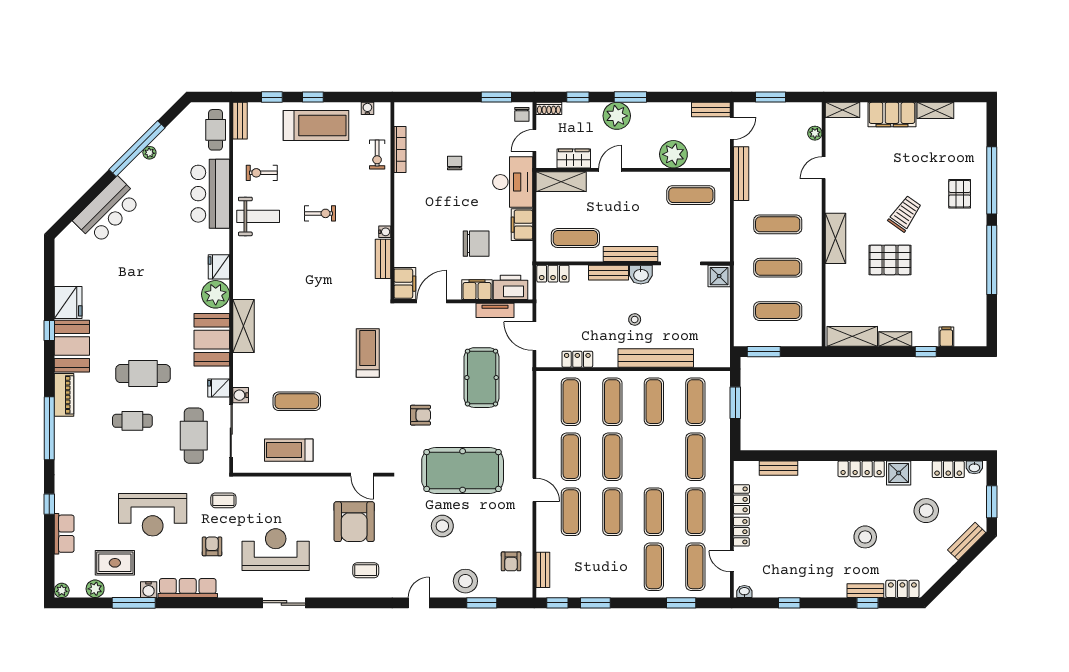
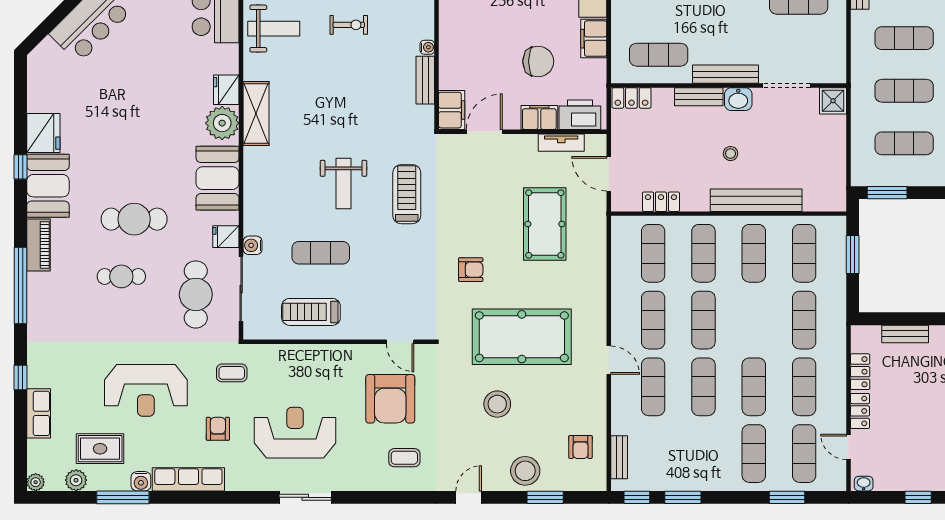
shelving: (244, 326) -> (256, 113), moved
weight bench: (316, 344) -> (343, 184), added

